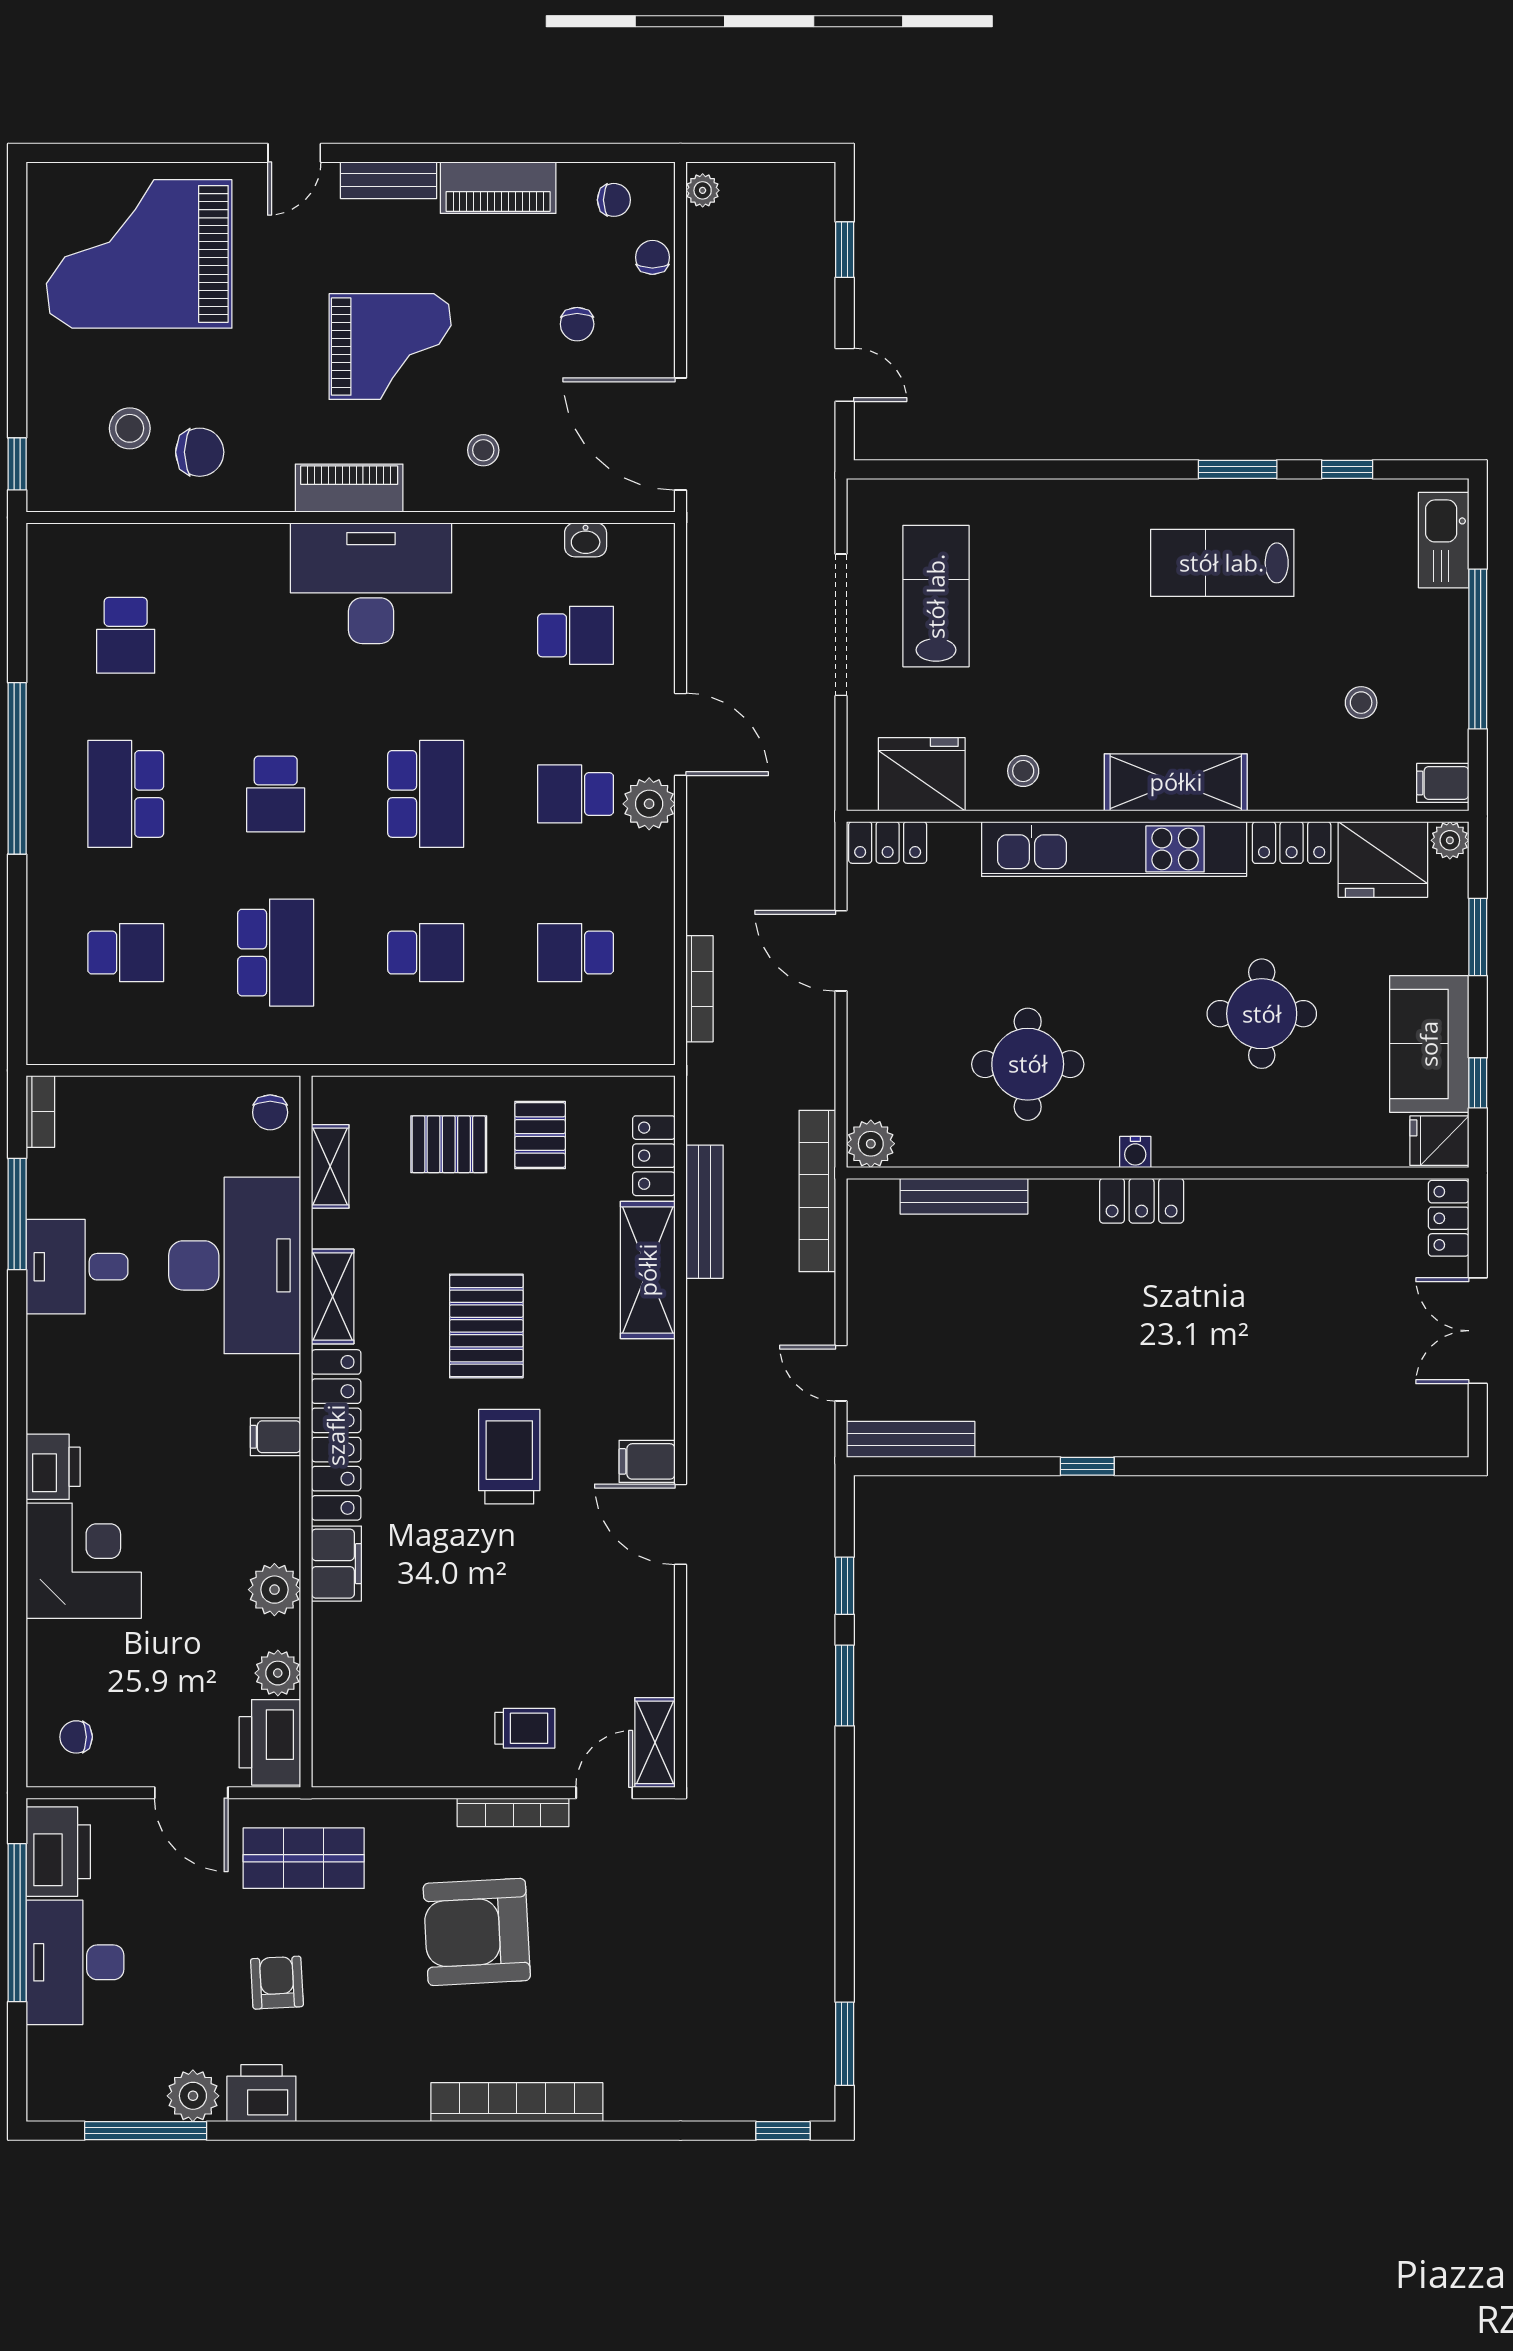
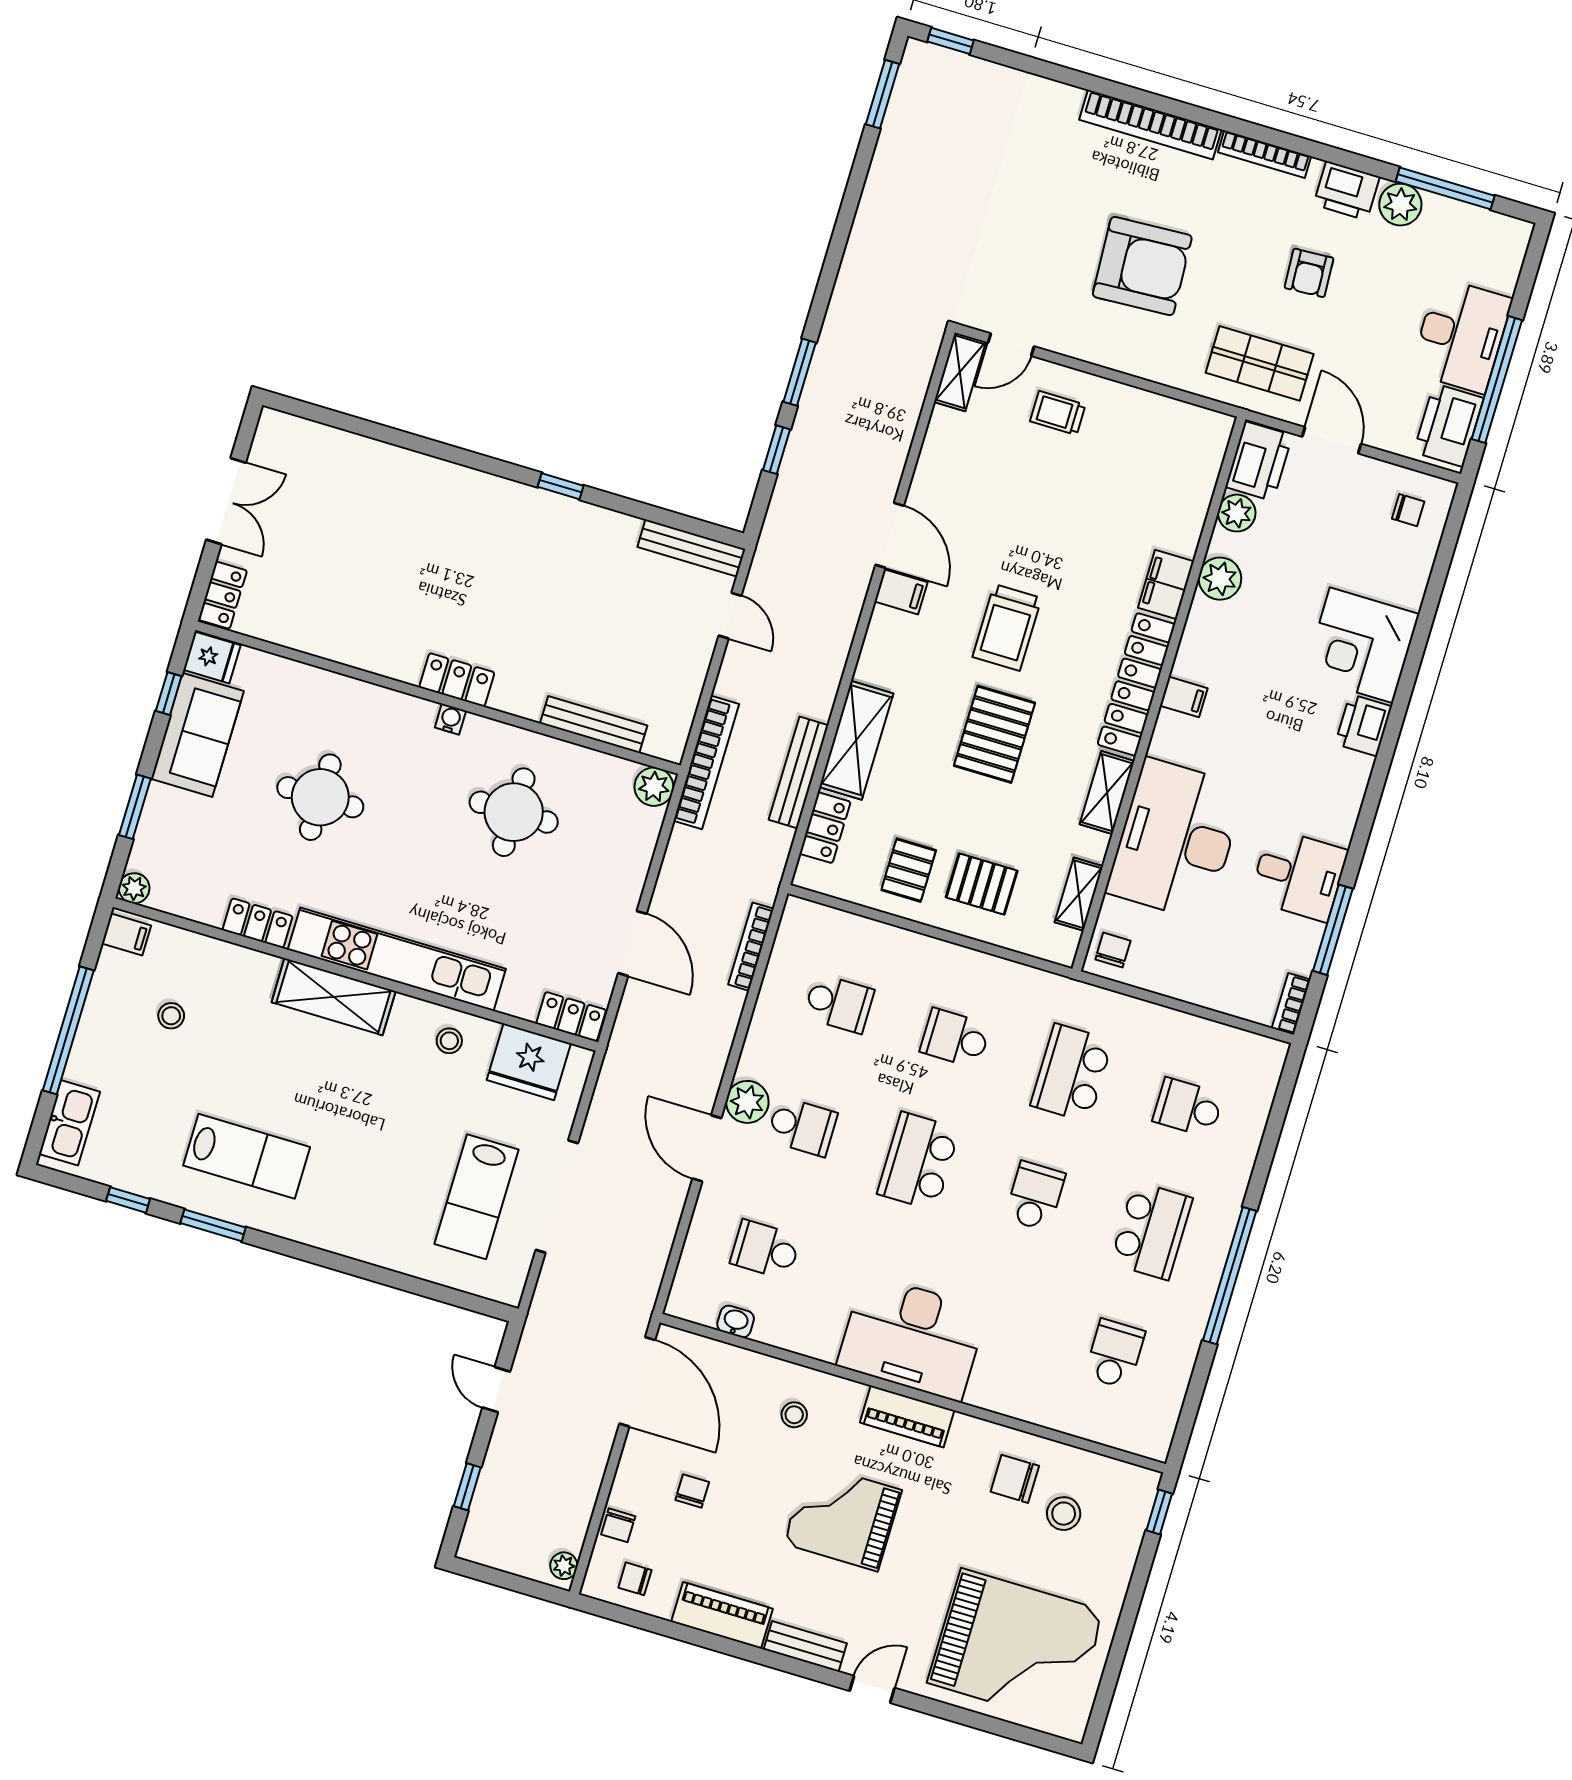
fridge: (1383, 859) -> (191, 889), removed
bookcase: (513, 1812) -> (1265, 154), moved, turned 180

